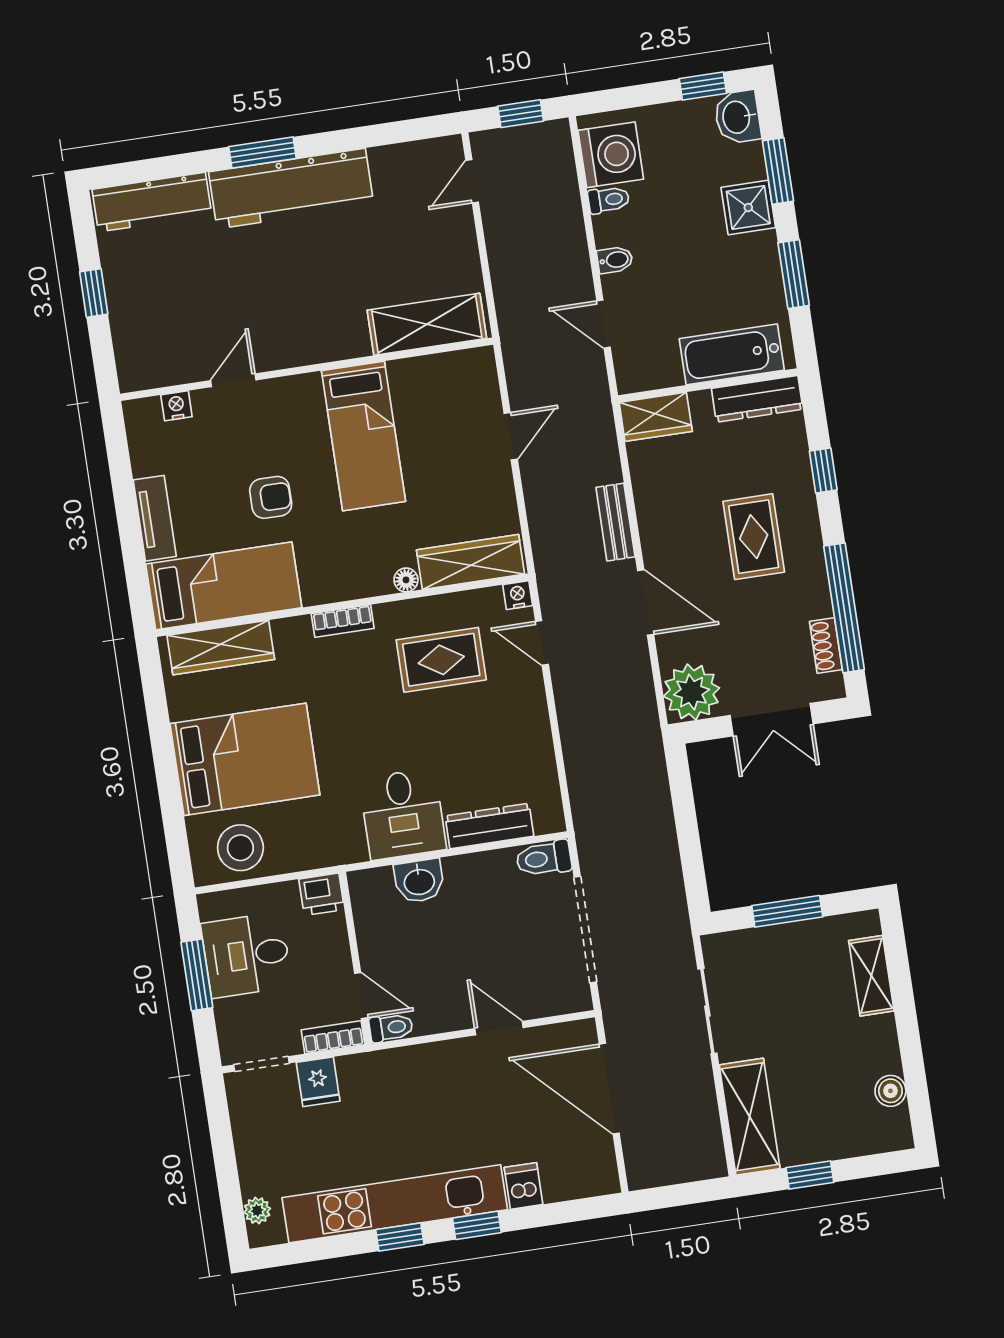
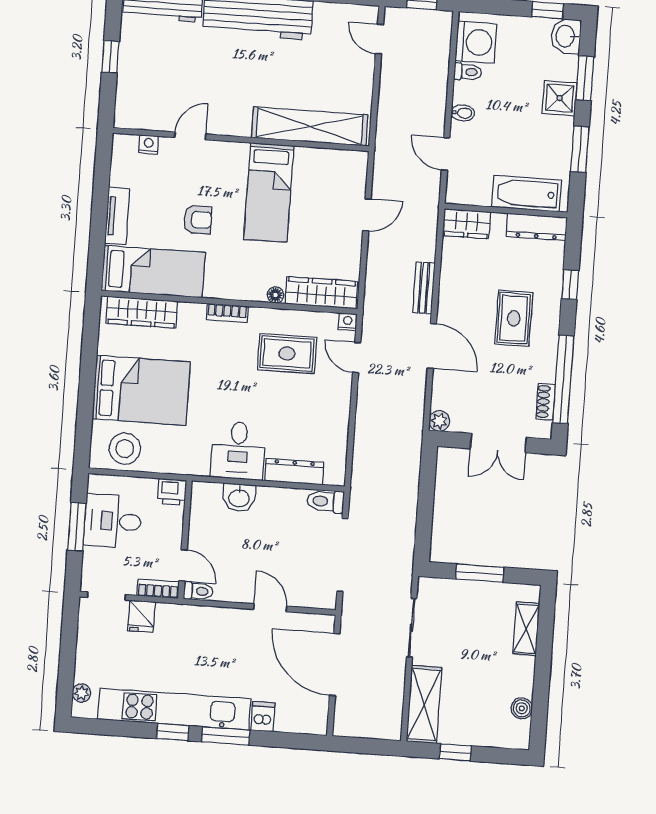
door: (472, 181) -> (379, 39), hinge flipped
shelving: (427, 324) -> (310, 126), width x1.47
plant: (692, 692) -> (439, 421), width x0.53, depth x0.53
window: (477, 1225) -> (226, 736), width x1.50

